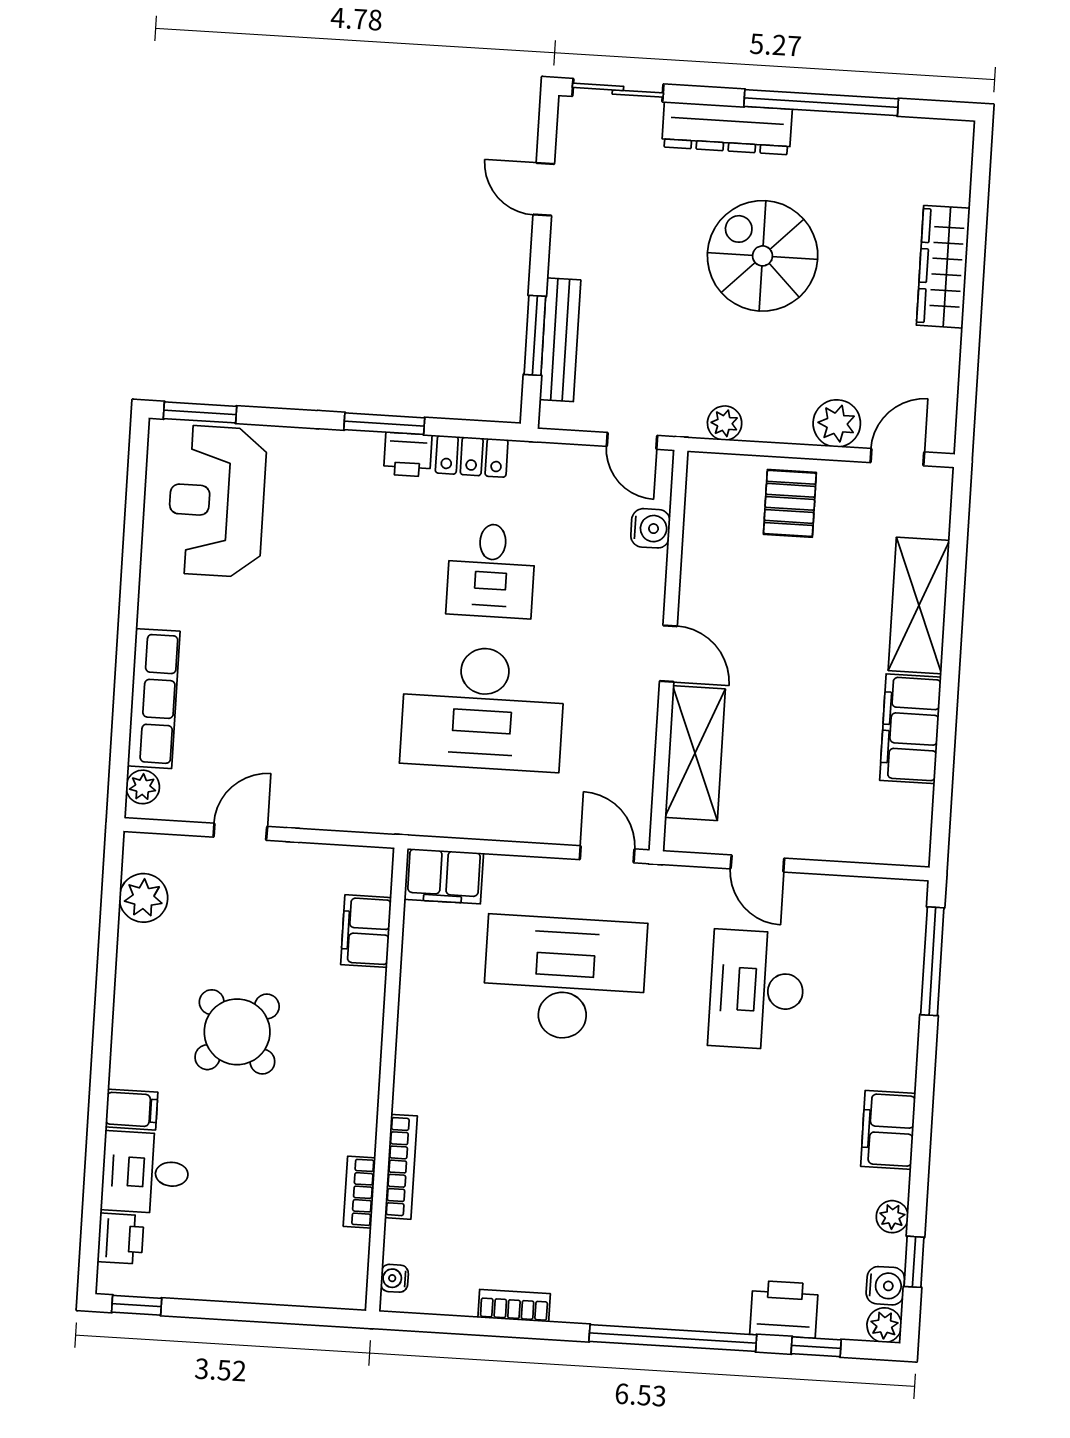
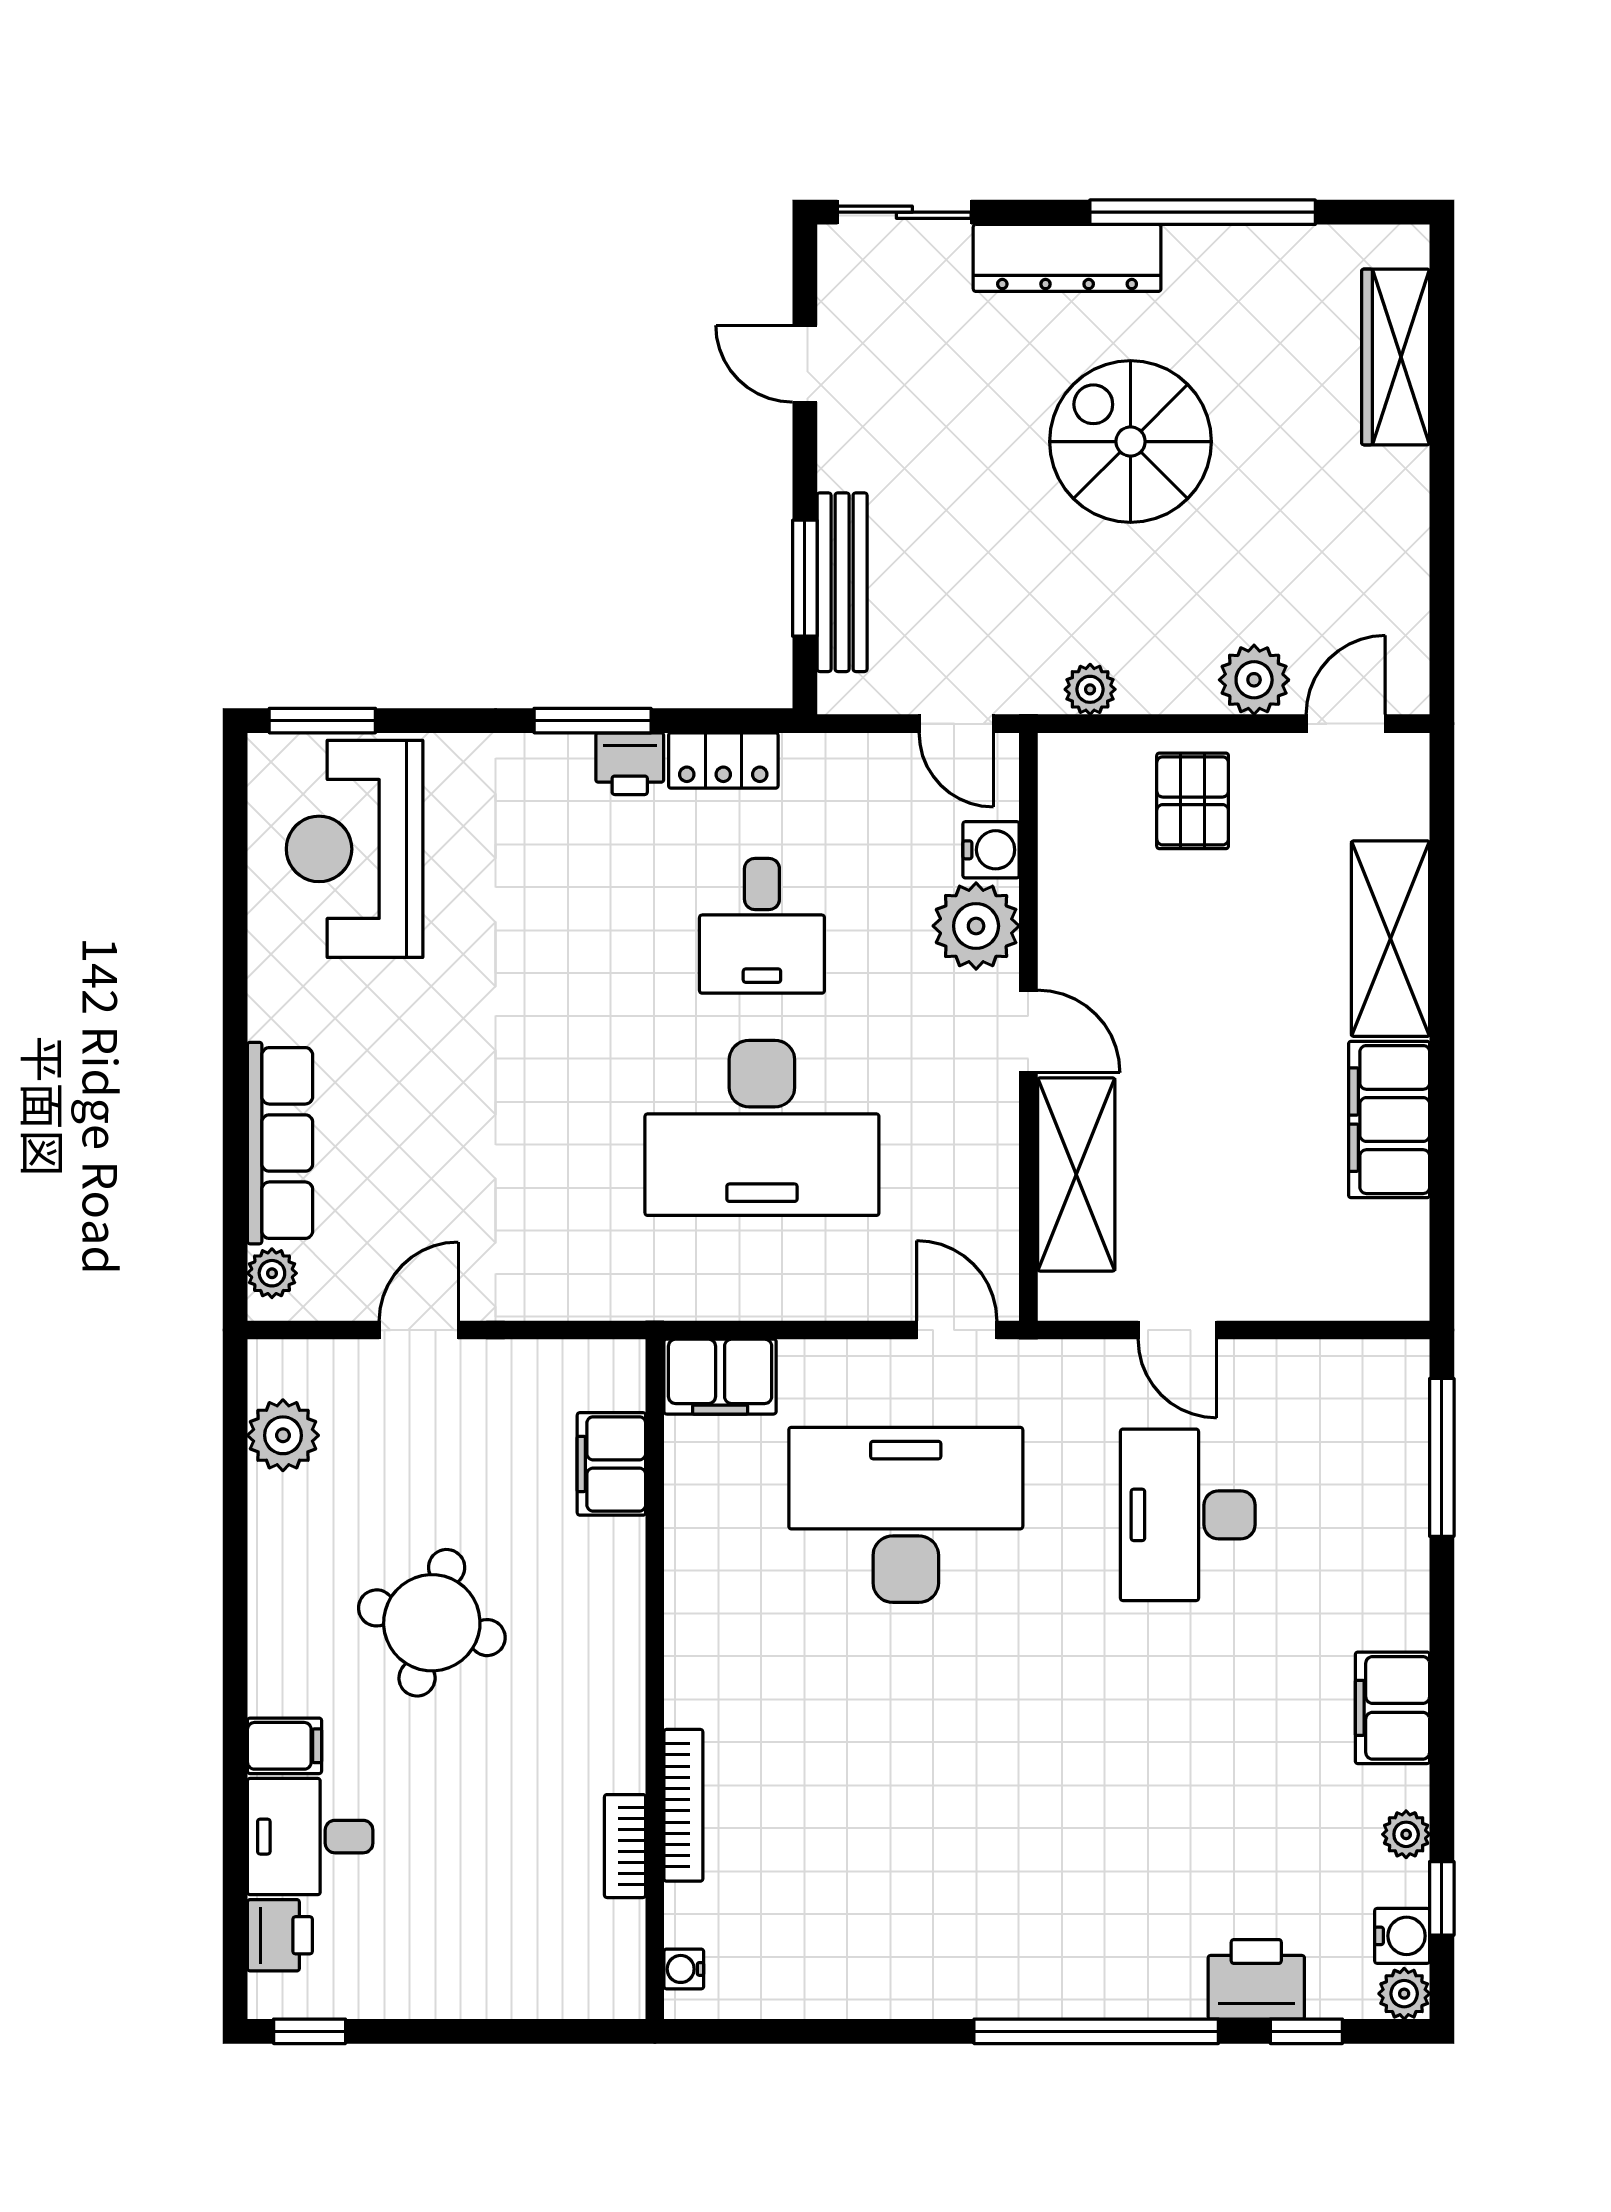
wardrobe: (943, 267) -> (1396, 357), moved
plant: (637, 580) -> (976, 926), added
round table: (237, 1032) -> (432, 1623), turned -31
bookcase: (514, 1306) -> (861, 1998), removed

